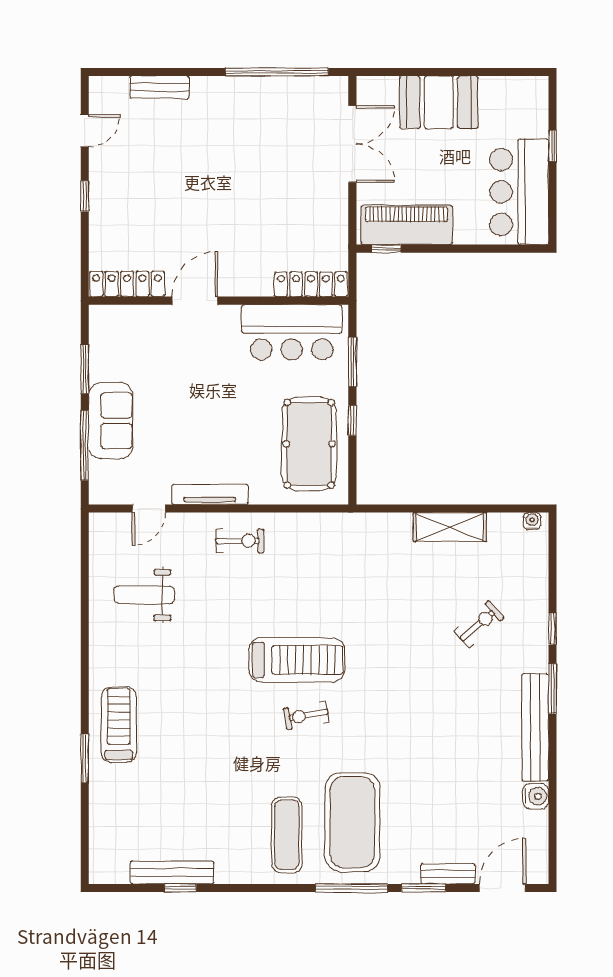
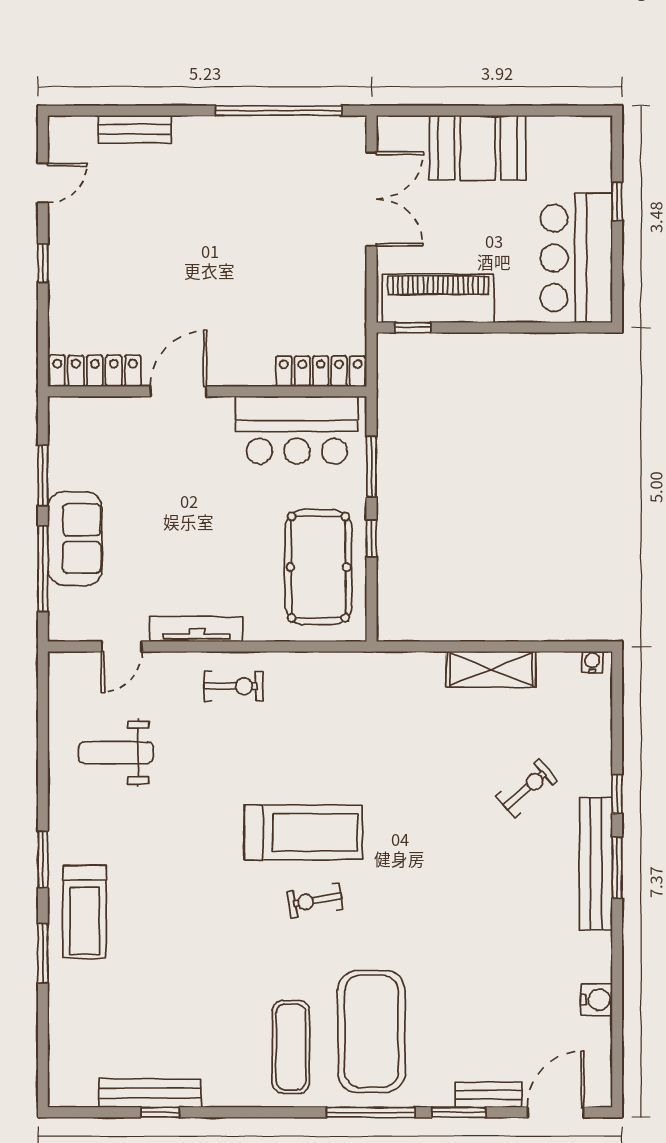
window: (85, 682) -> (43, 860), added
treadmill: (119, 725) -> (85, 912), turned 180
bench: (535, 727) -> (596, 864), moved

